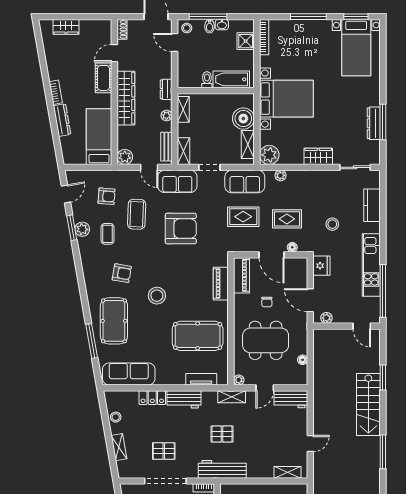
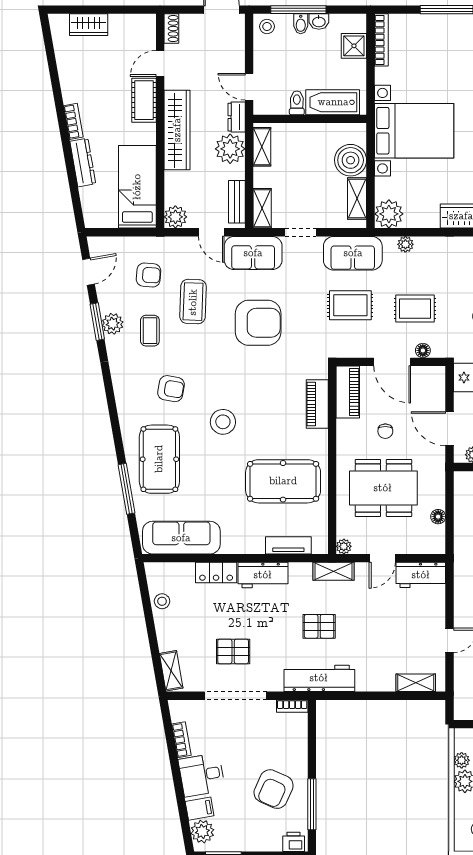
door: (175, 43) -> (249, 87), moved
plant: (167, 116) -> (230, 149), width x1.88, depth x1.88
shelving: (119, 447) -> (171, 671), moved

